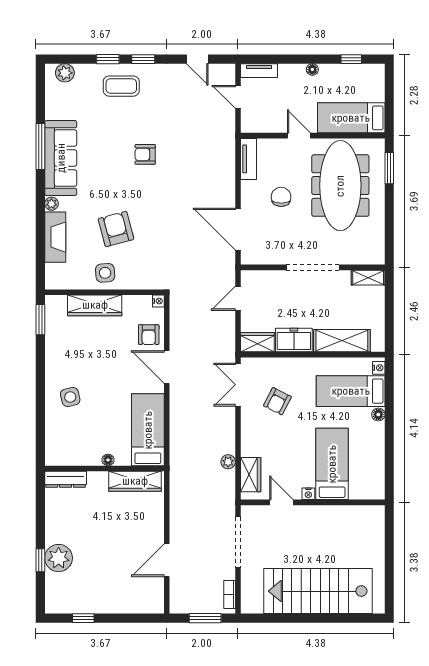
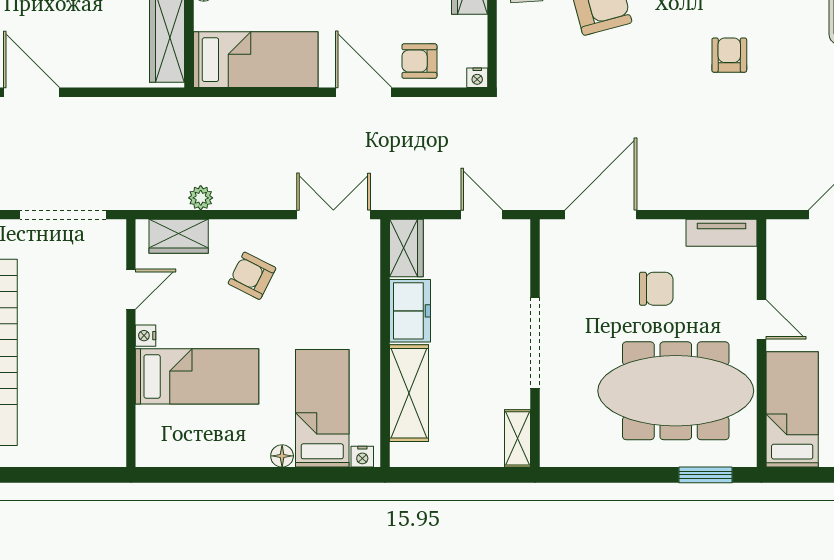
door: (299, 136) -> (762, 319), hinge flipped
door: (167, 367) -> (364, 92), hinge flipped
armchair: (277, 401) -> (252, 276), moved

